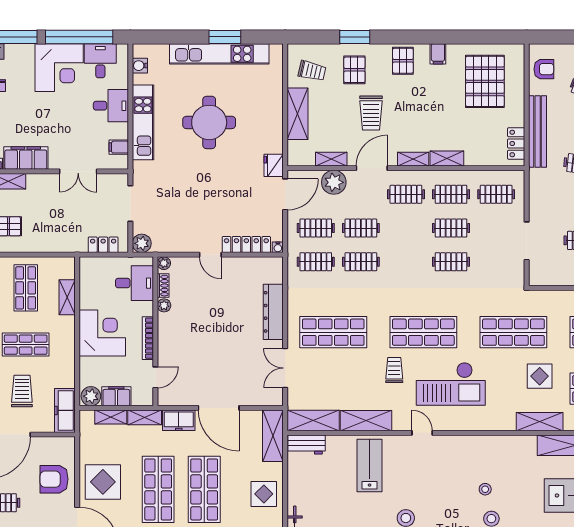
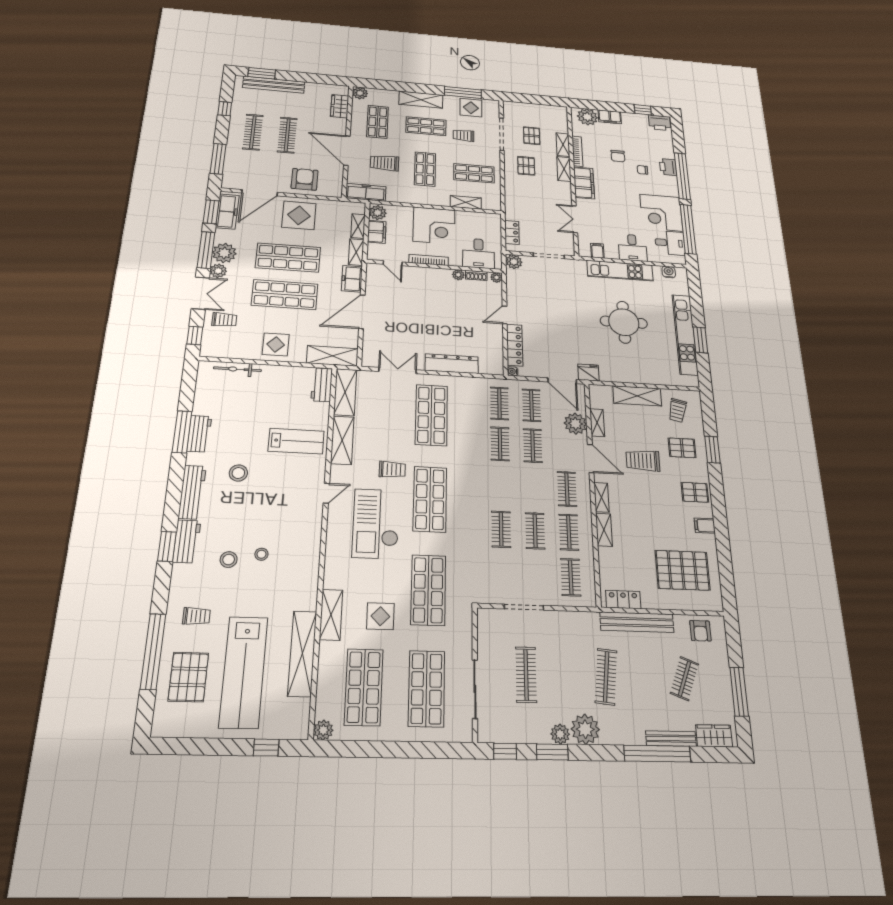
trolley: (22, 391) -> (385, 163), turned 180

